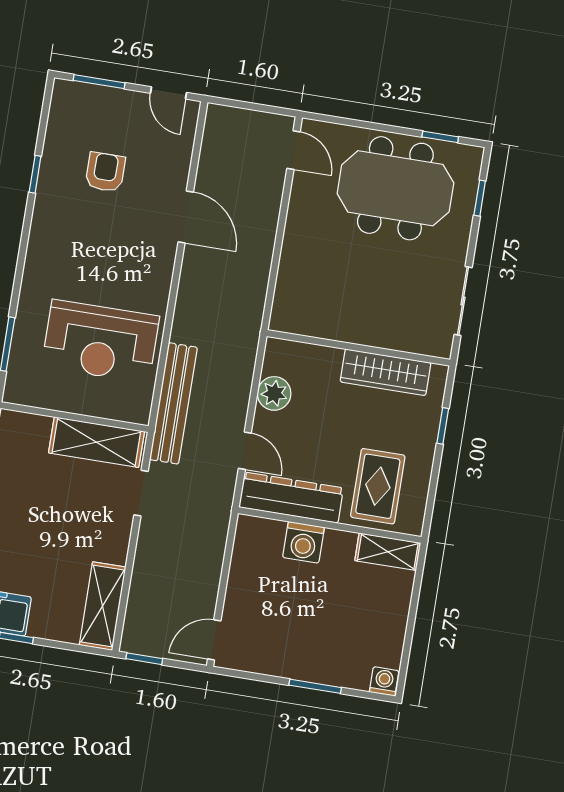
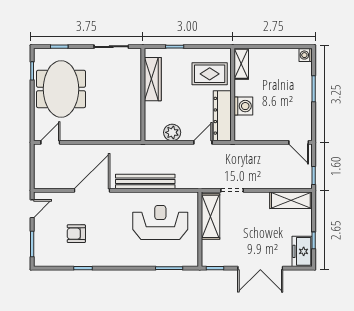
door: (186, 217) -> (92, 190), width x1.36
reception desk: (100, 341) -> (160, 222), turned -90
bench: (173, 403) -> (145, 181), moved

